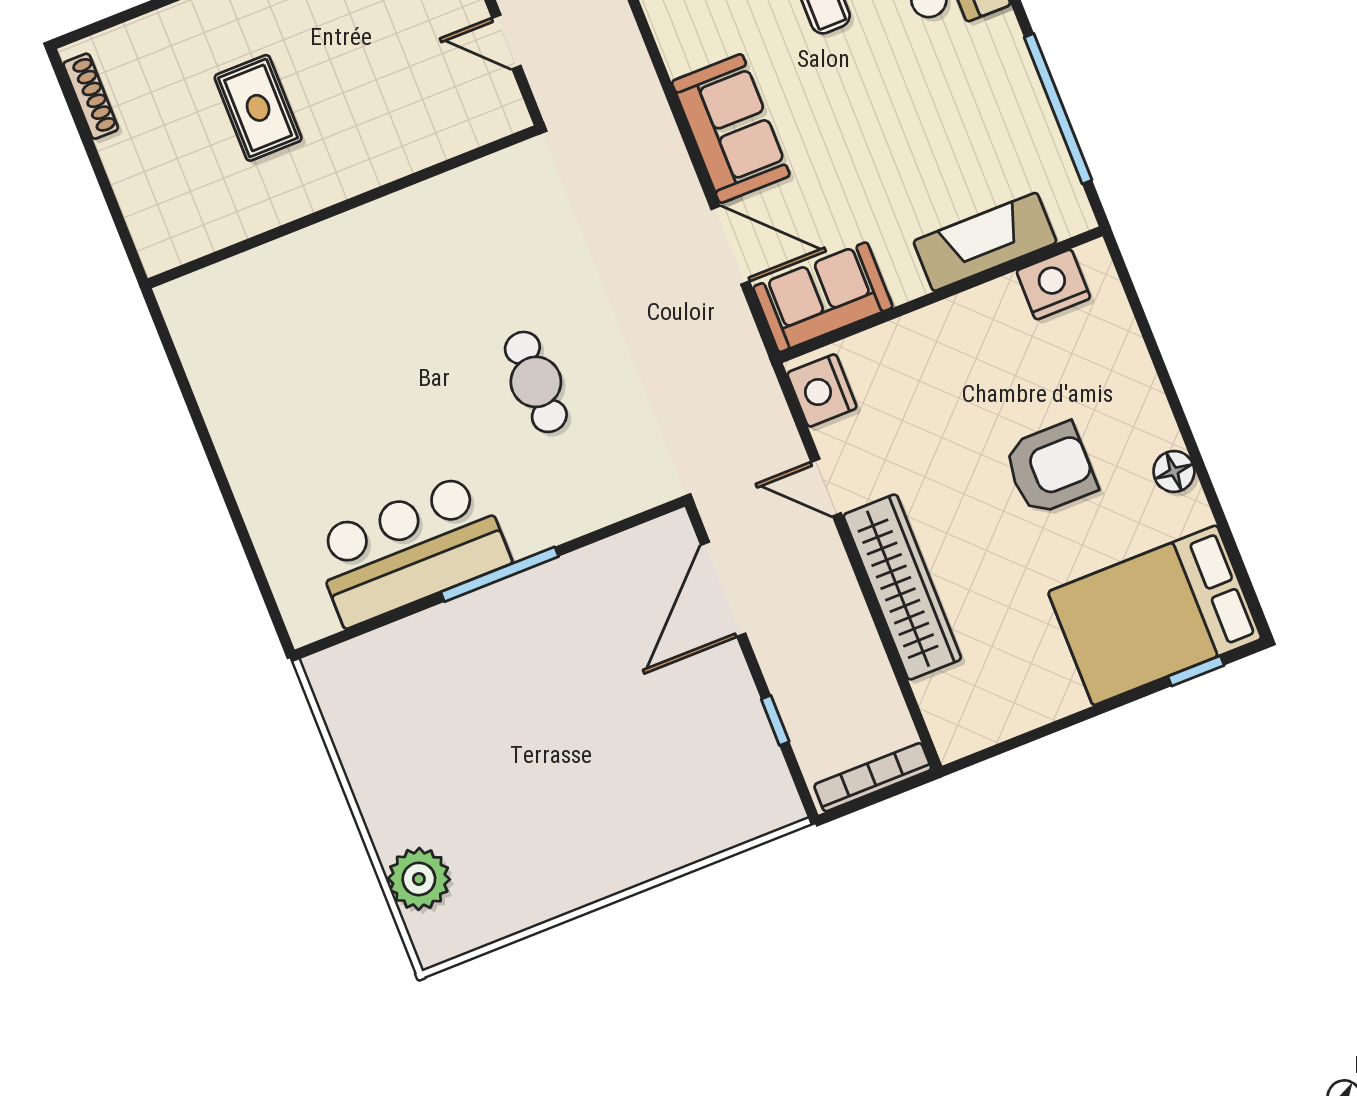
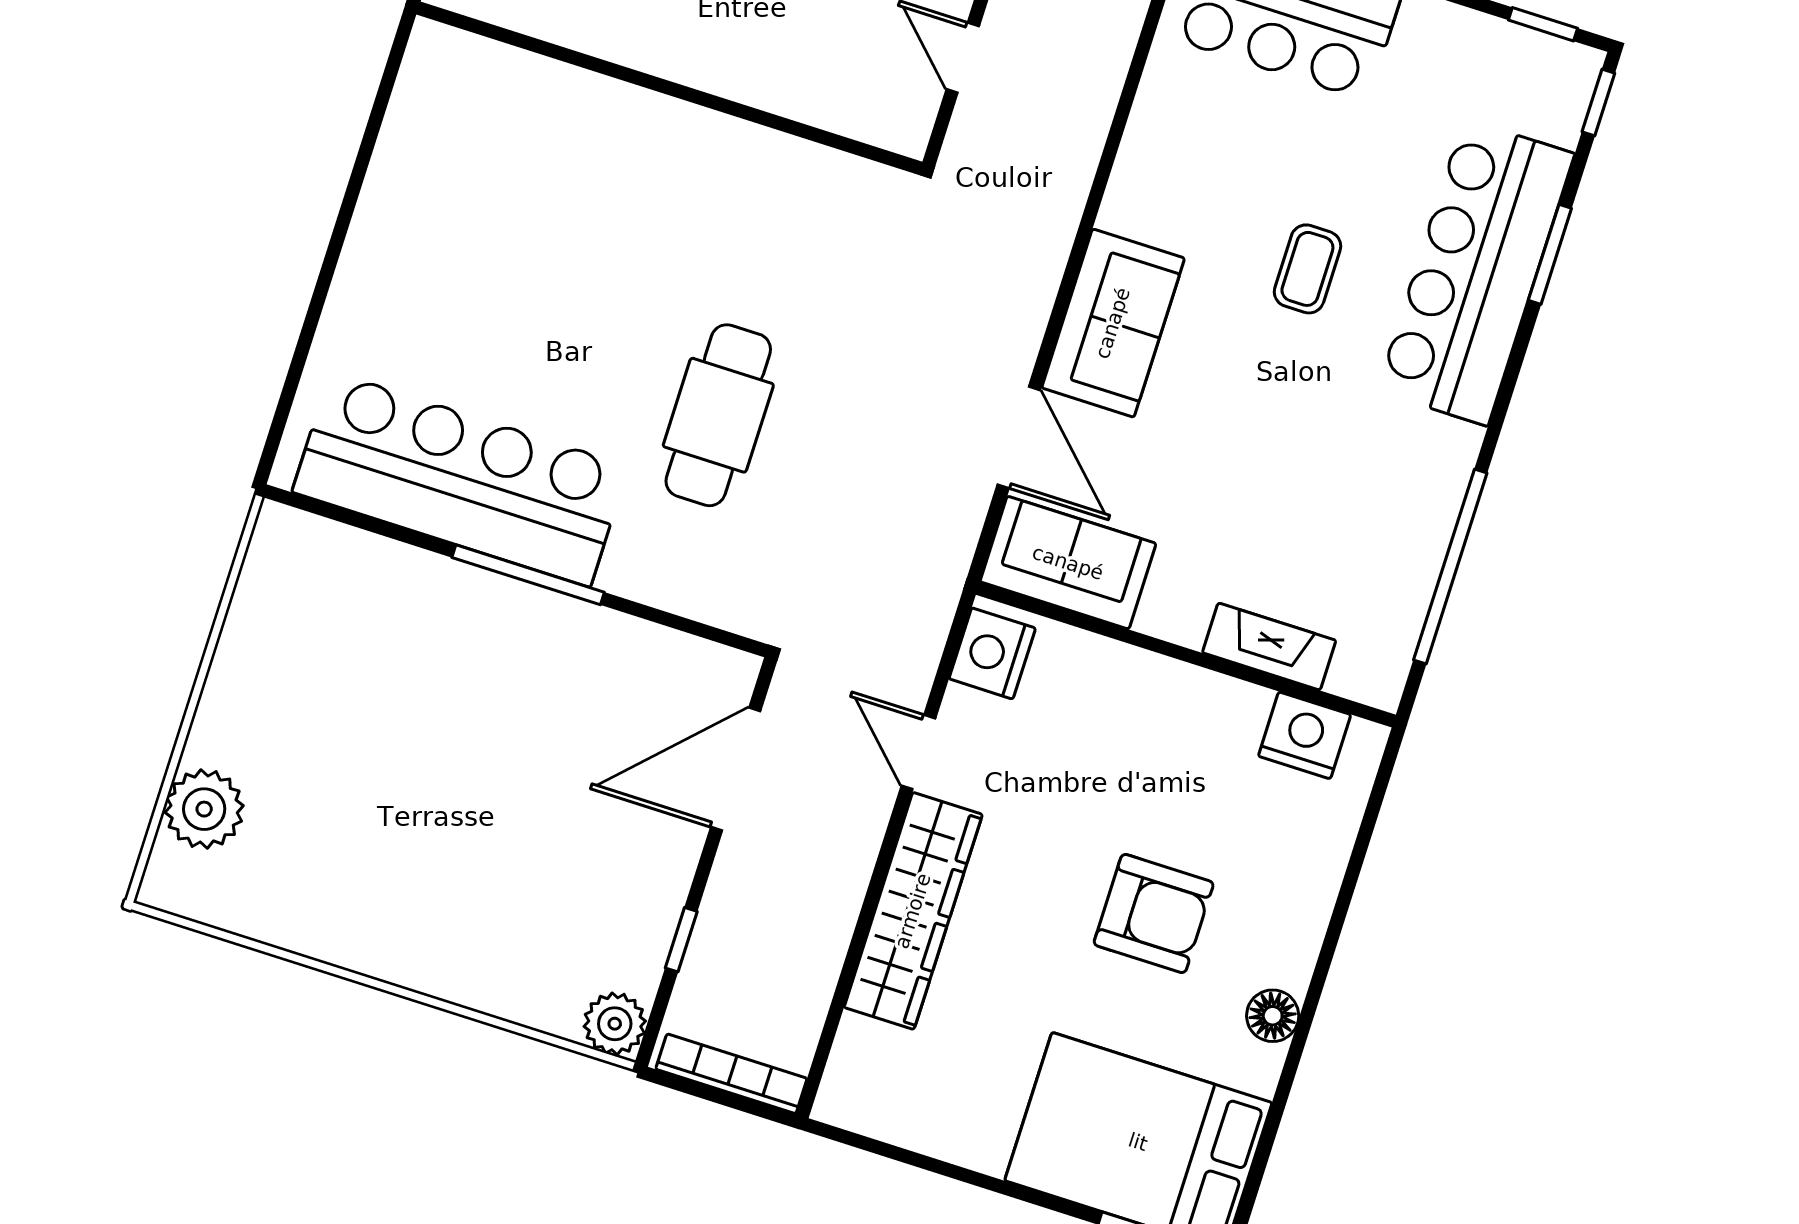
fireplace: (985, 242) -> (1269, 647), width x0.73, depth x0.76
cafe table: (536, 382) -> (718, 415), width x1.37, depth x1.35
bar counter: (410, 550) -> (460, 479), width x1.36
plant: (777, 805) -> (615, 1024), added

